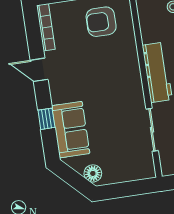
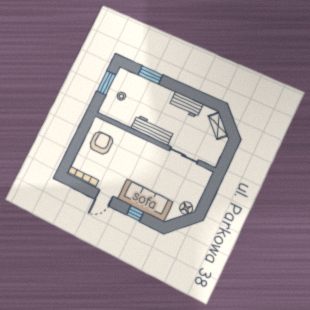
armchair: (101, 22) -> (101, 143), turned 180
sofa: (71, 130) -> (145, 200), width x1.36

